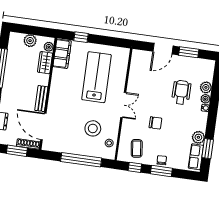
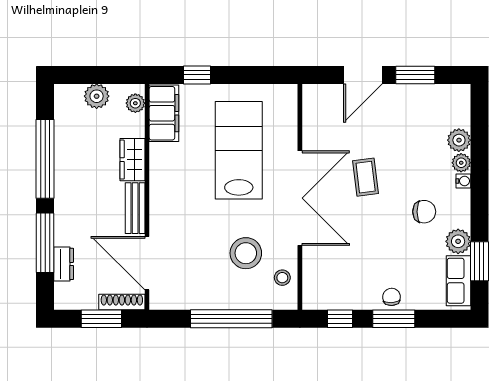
wardrobe: (45, 63) -> (132, 160), moved
wheelchair: (181, 92) -> (412, 157), removed
double door: (123, 105) -> (300, 198), width x1.87
chair: (155, 123) -> (424, 212), moved
coffee table: (137, 148) -> (366, 177), moved

